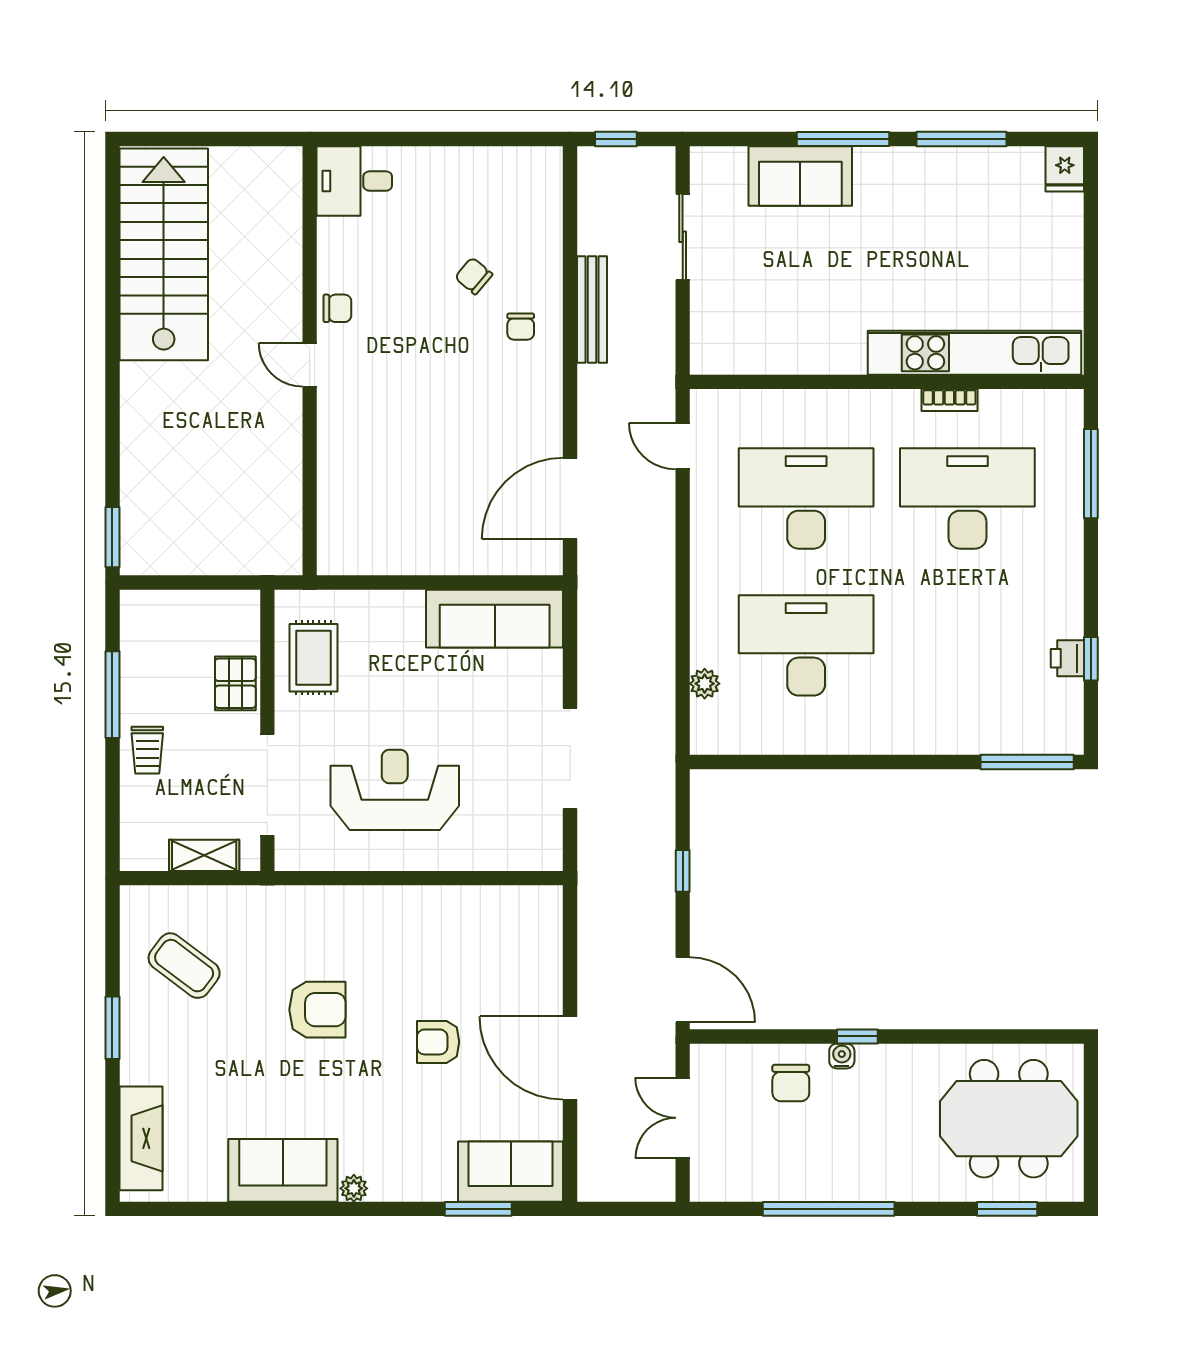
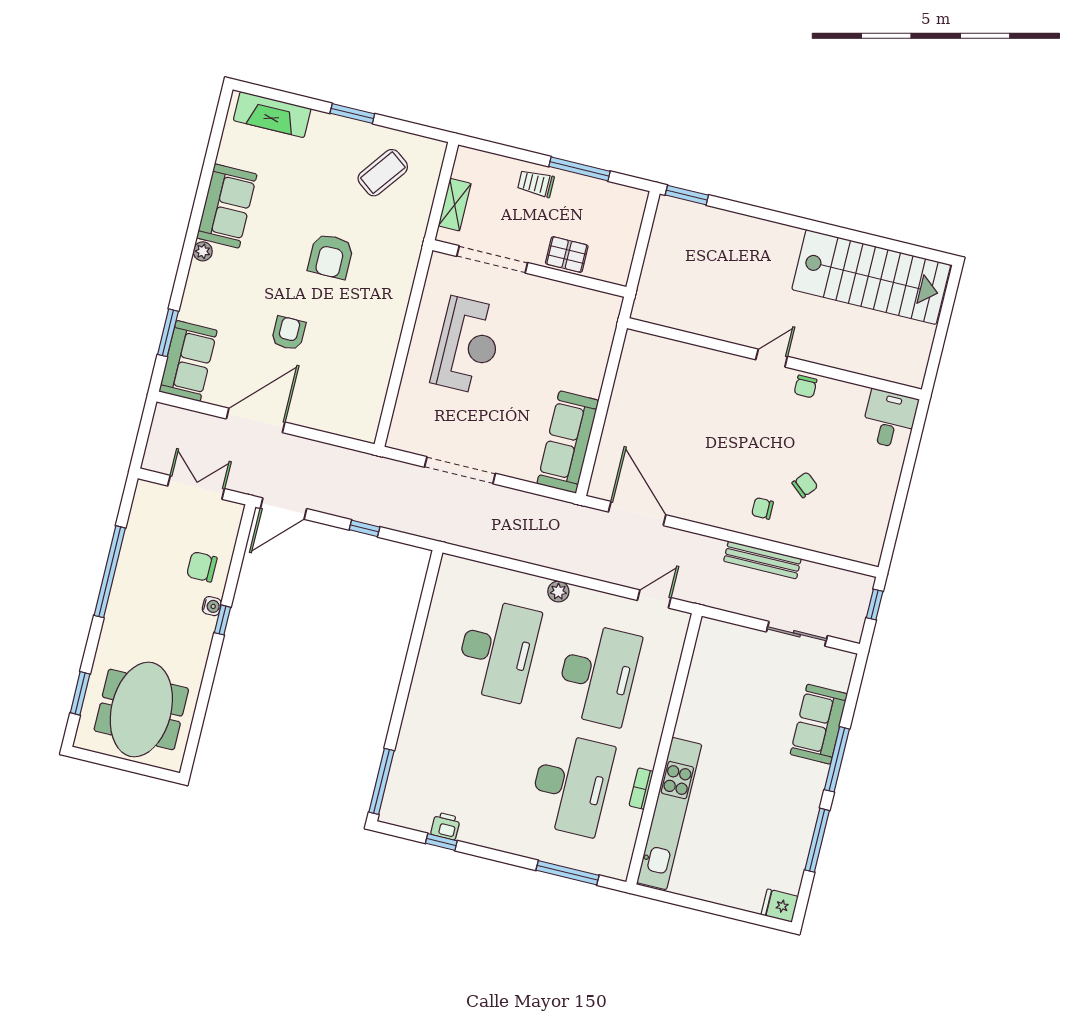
rug: (313, 658) -> (571, 312), removed
plant: (705, 684) -> (558, 591), moved

